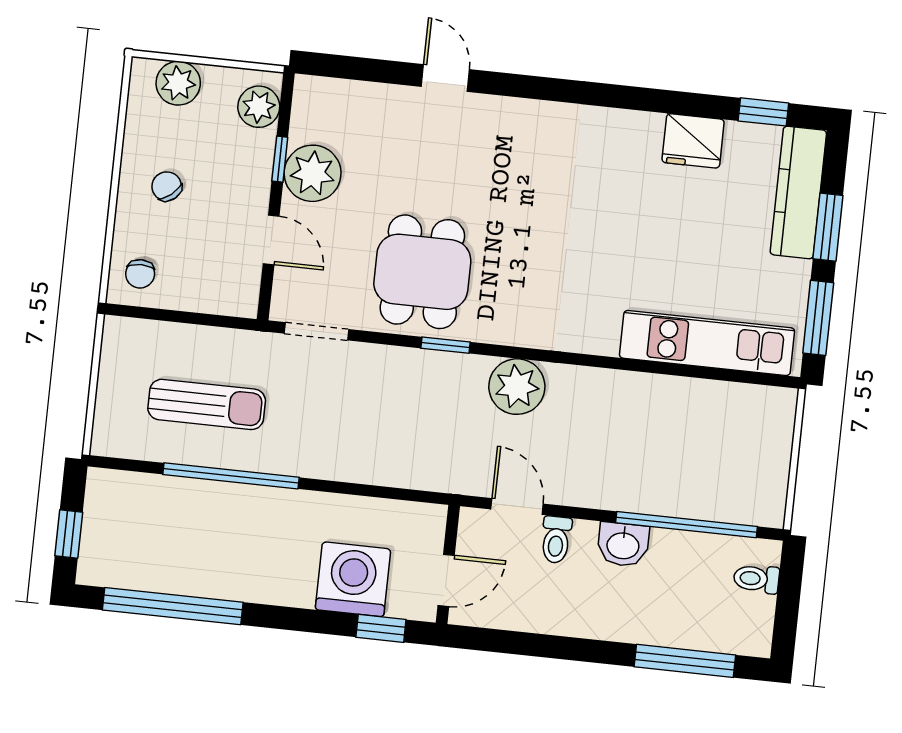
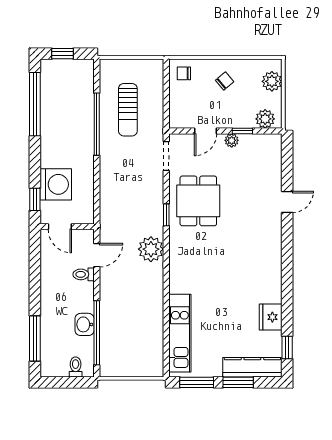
plant: (313, 173) -> (232, 140), width x0.53, depth x0.53
dining table: (422, 272) -> (198, 201), turned 90
washbasin: (623, 545) -> (85, 324), moved

